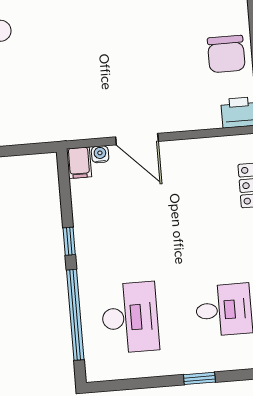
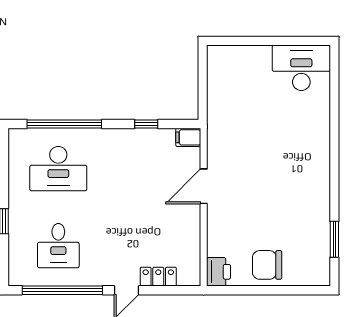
water cooler: (100, 154) -> (194, 155), removed
window: (69, 241) -> (146, 124), moved

